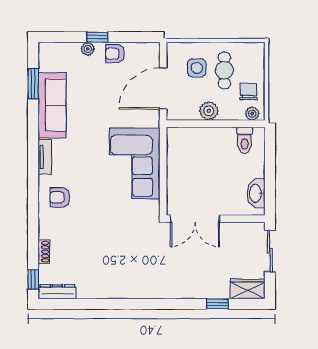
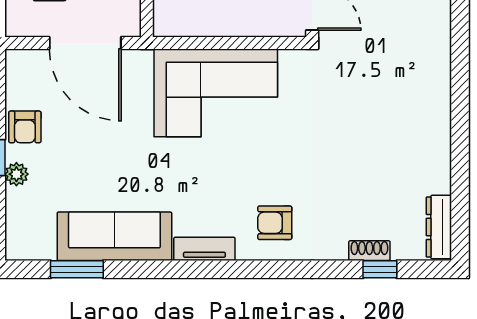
armchair: (60, 197) -> (275, 223), turned 90
window: (33, 279) -> (380, 269), moved

